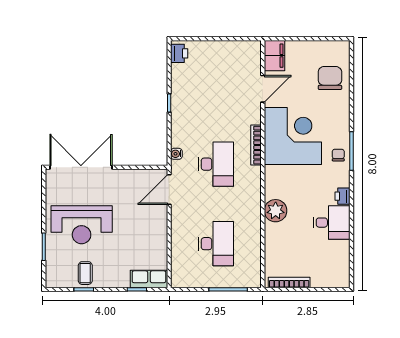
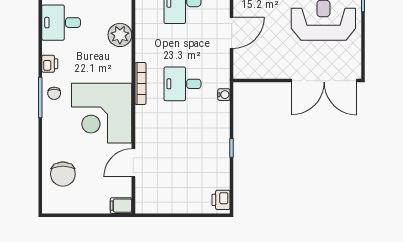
filing cabinet: (274, 56) -> (121, 206), width x0.50
bookcase: (256, 145) -> (140, 83), moved
desk: (216, 164) -> (182, 84), width x0.73
door: (169, 190) -> (232, 33), moved
printer: (342, 196) -> (50, 64), moved

